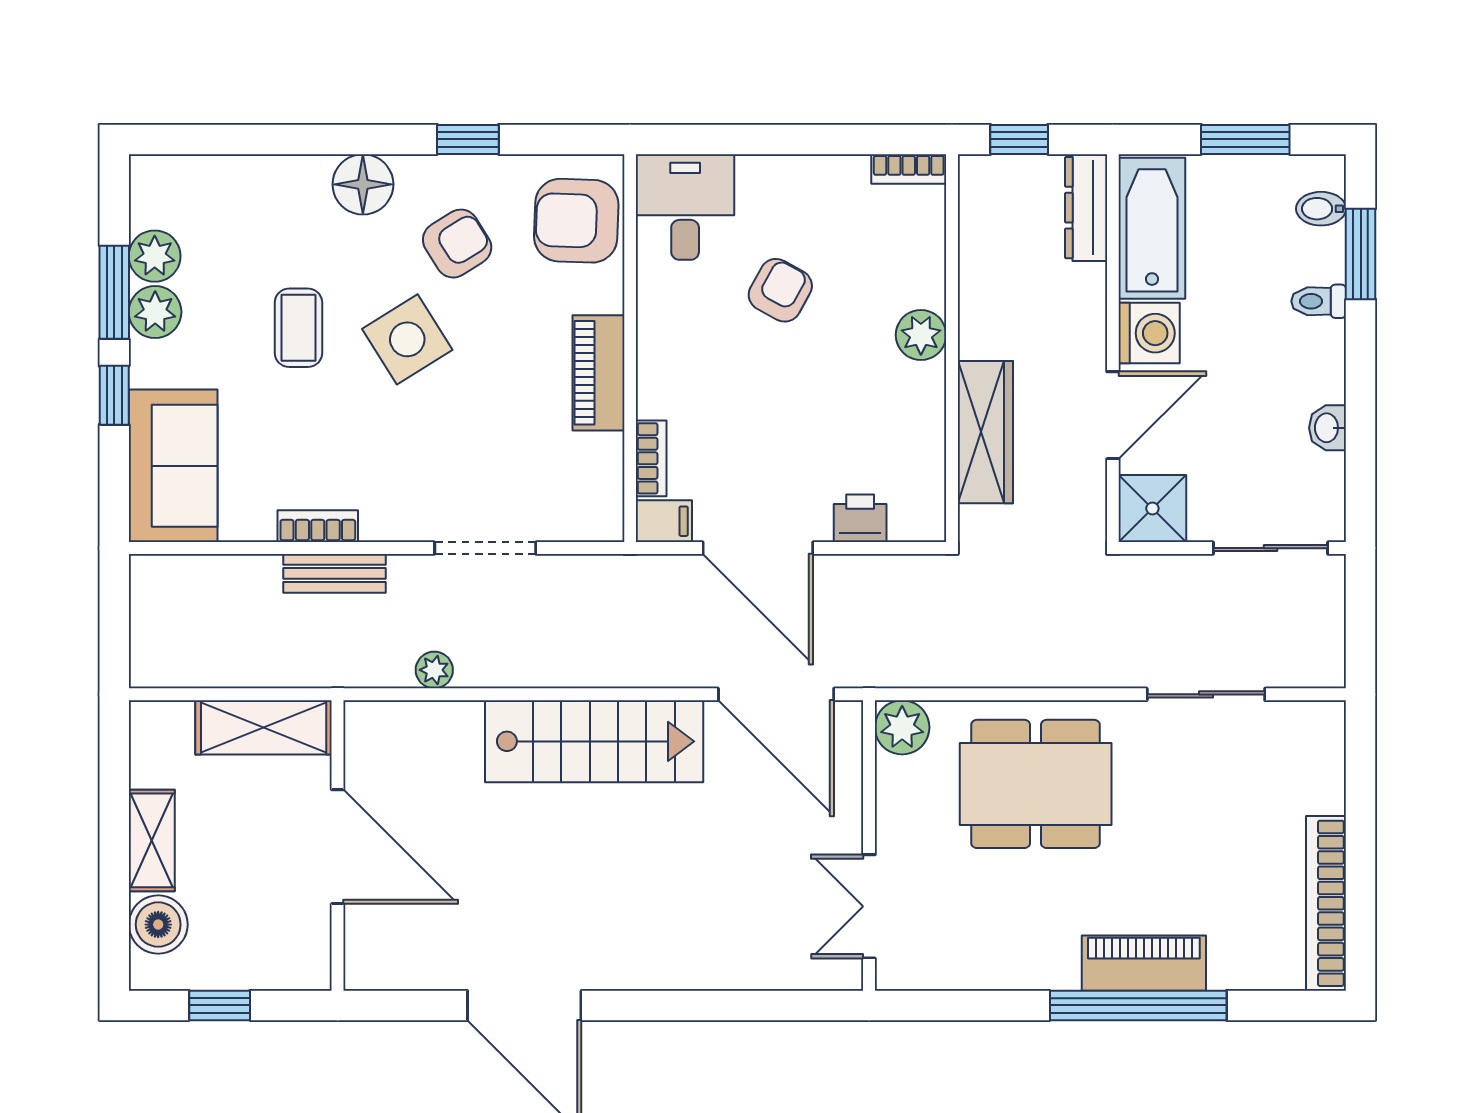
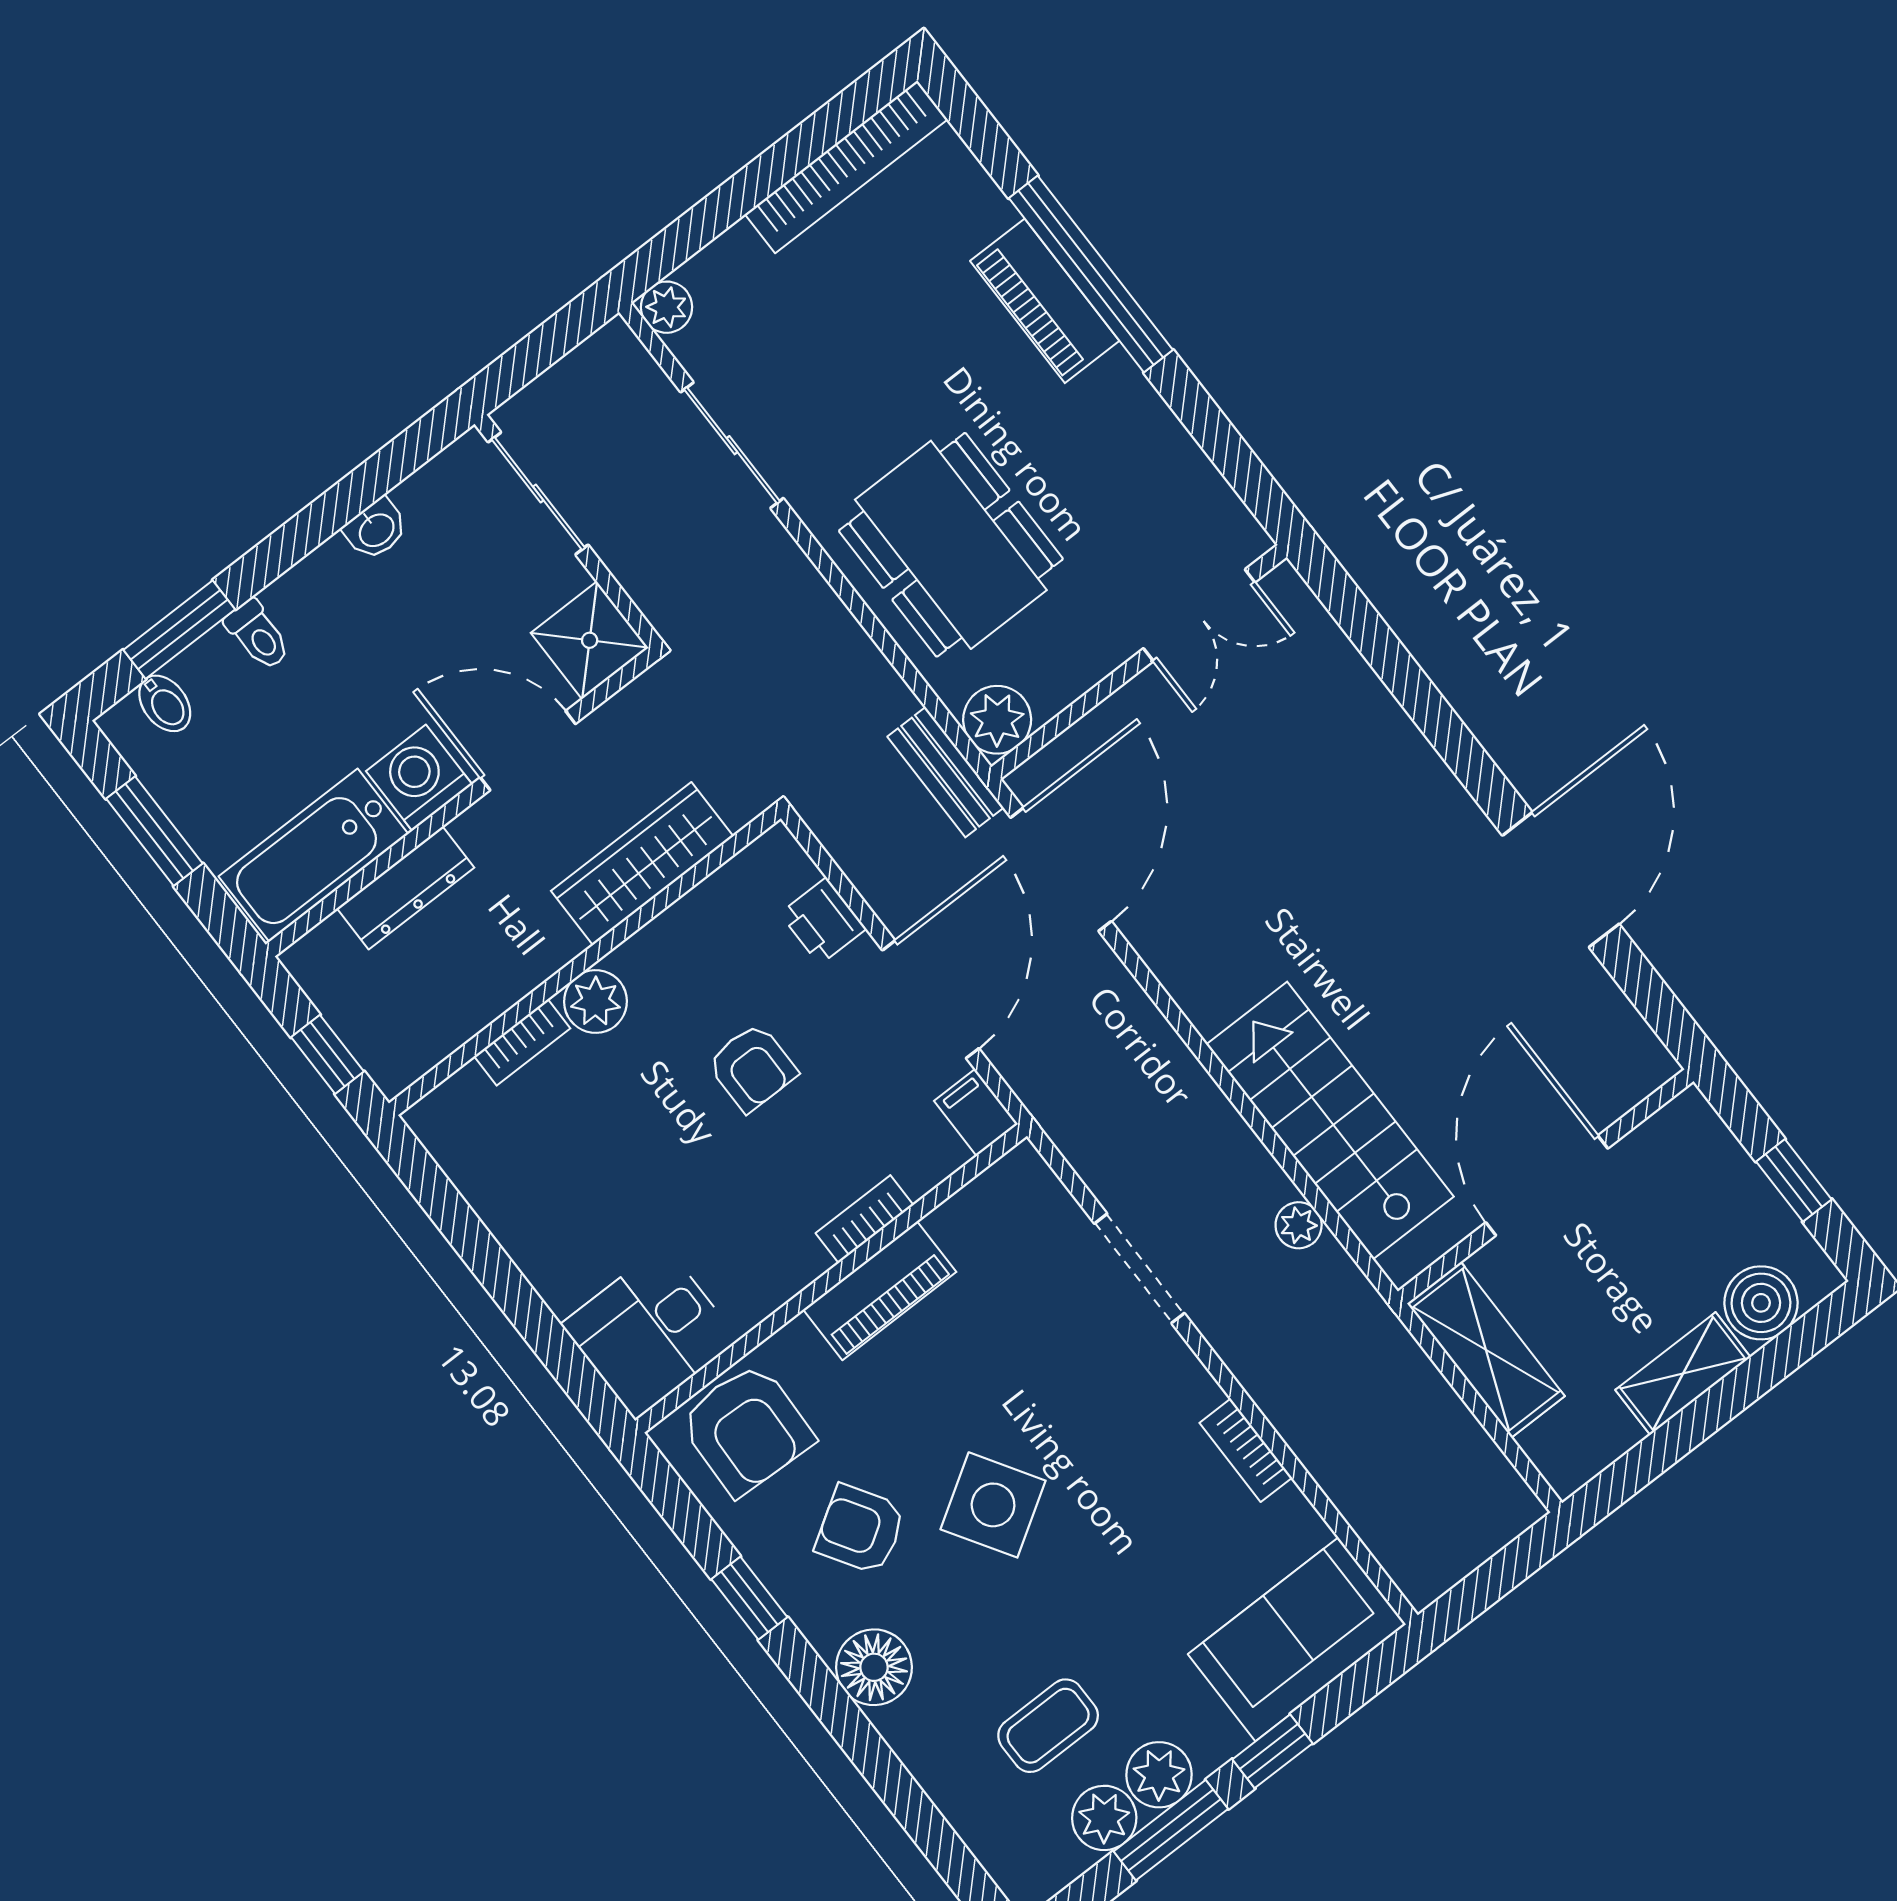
bookcase: (909, 169) -> (522, 1042), moved, turned 90
dresser: (1086, 208) -> (406, 888), moved
armchair: (780, 290) -> (752, 1068), moved, turned -119
coffee table: (298, 328) -> (1048, 1726), moved
bookcase: (651, 458) -> (865, 1219), moved
bench: (335, 573) -> (945, 772), moved
plant: (1325, 721) -> (667, 307), added
stairs: (594, 741) -> (1330, 1120), moved

